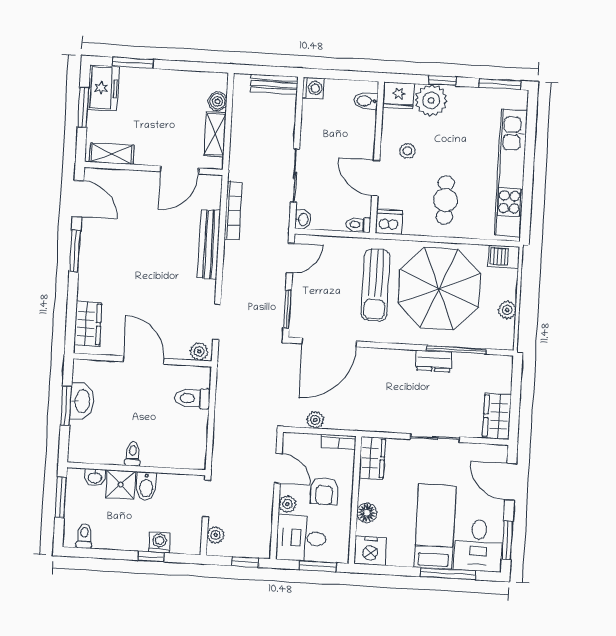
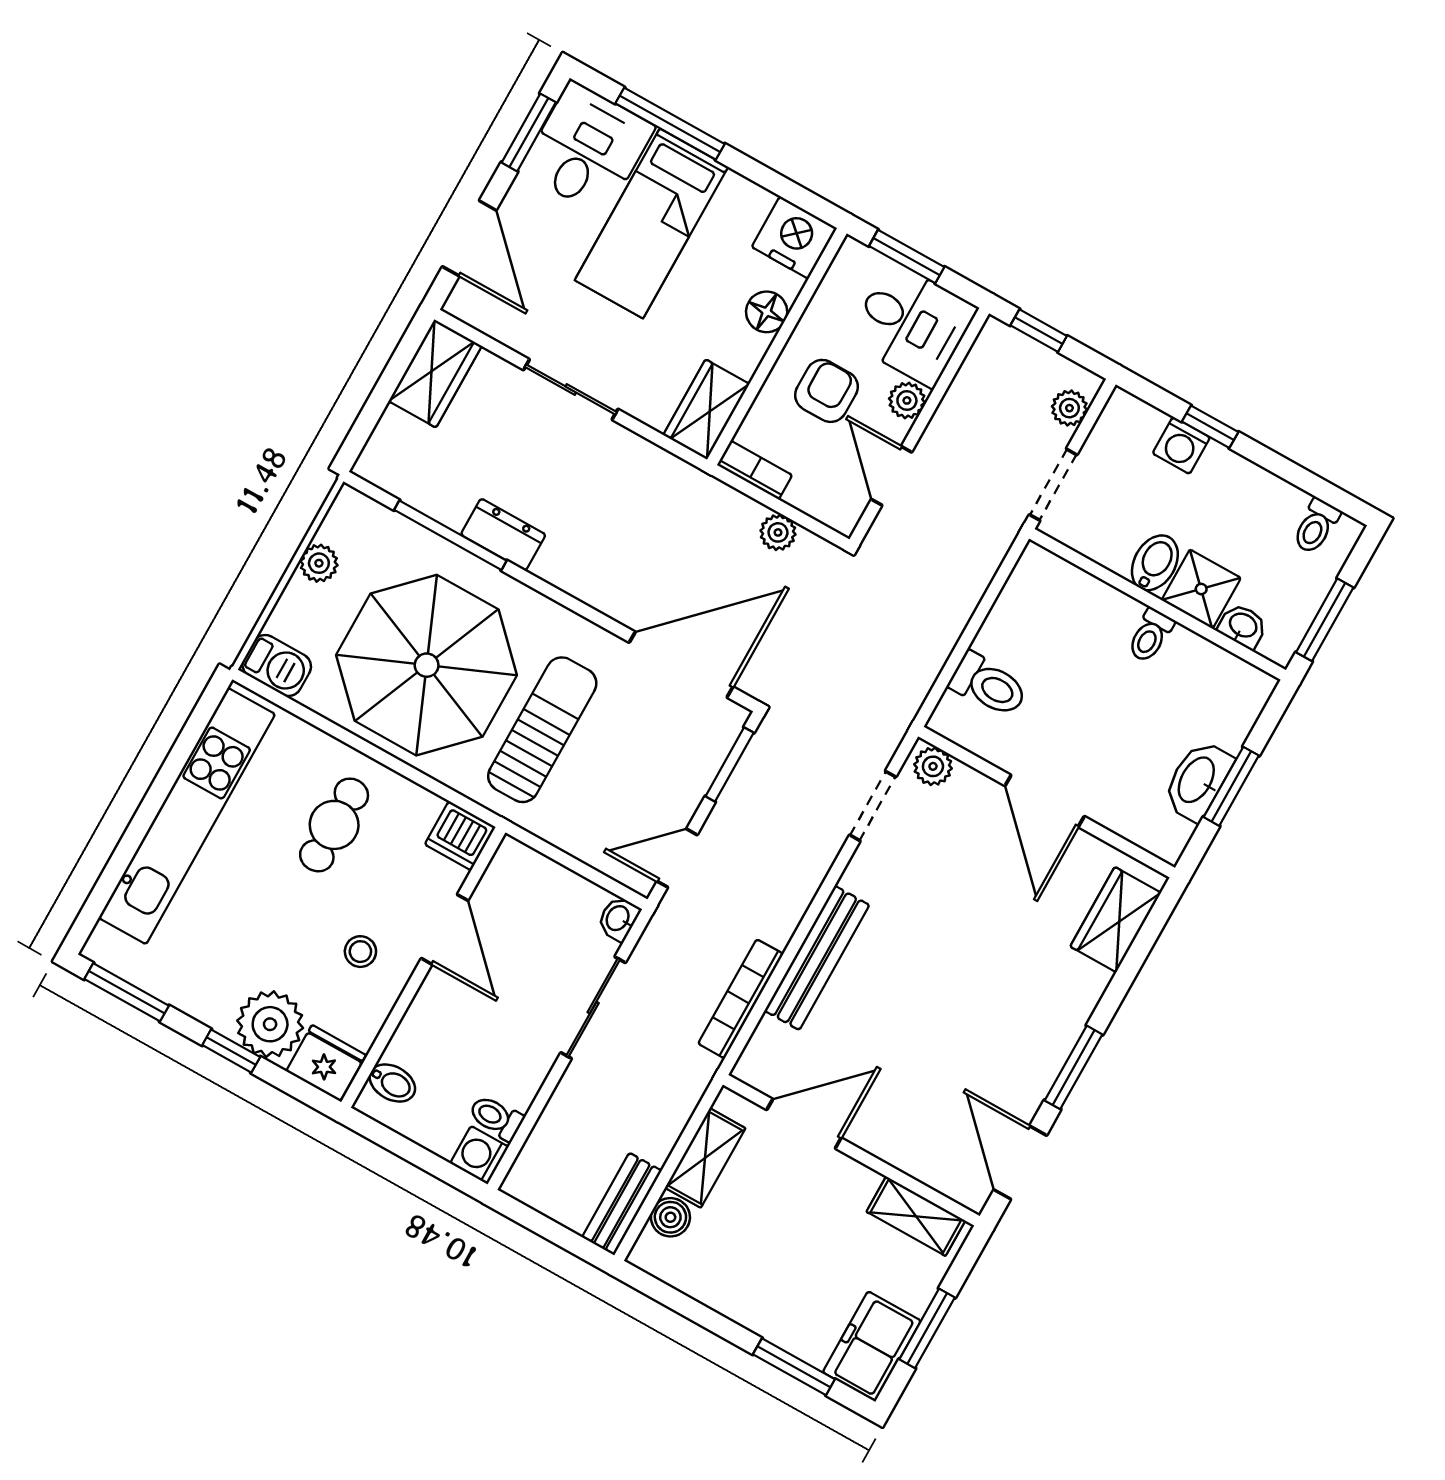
bench: (274, 84) -> (622, 1204), moved, turned 90
toilet: (358, 225) -> (496, 1118), moved, turned 180

